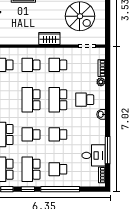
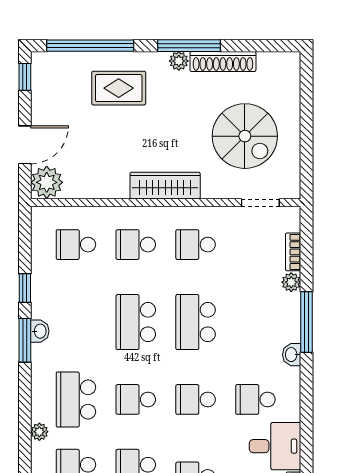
wardrobe: (49, 38) -> (165, 186), width x1.50
school desk: (85, 100) -> (255, 399), moved
window: (108, 150) -> (306, 322), moved

